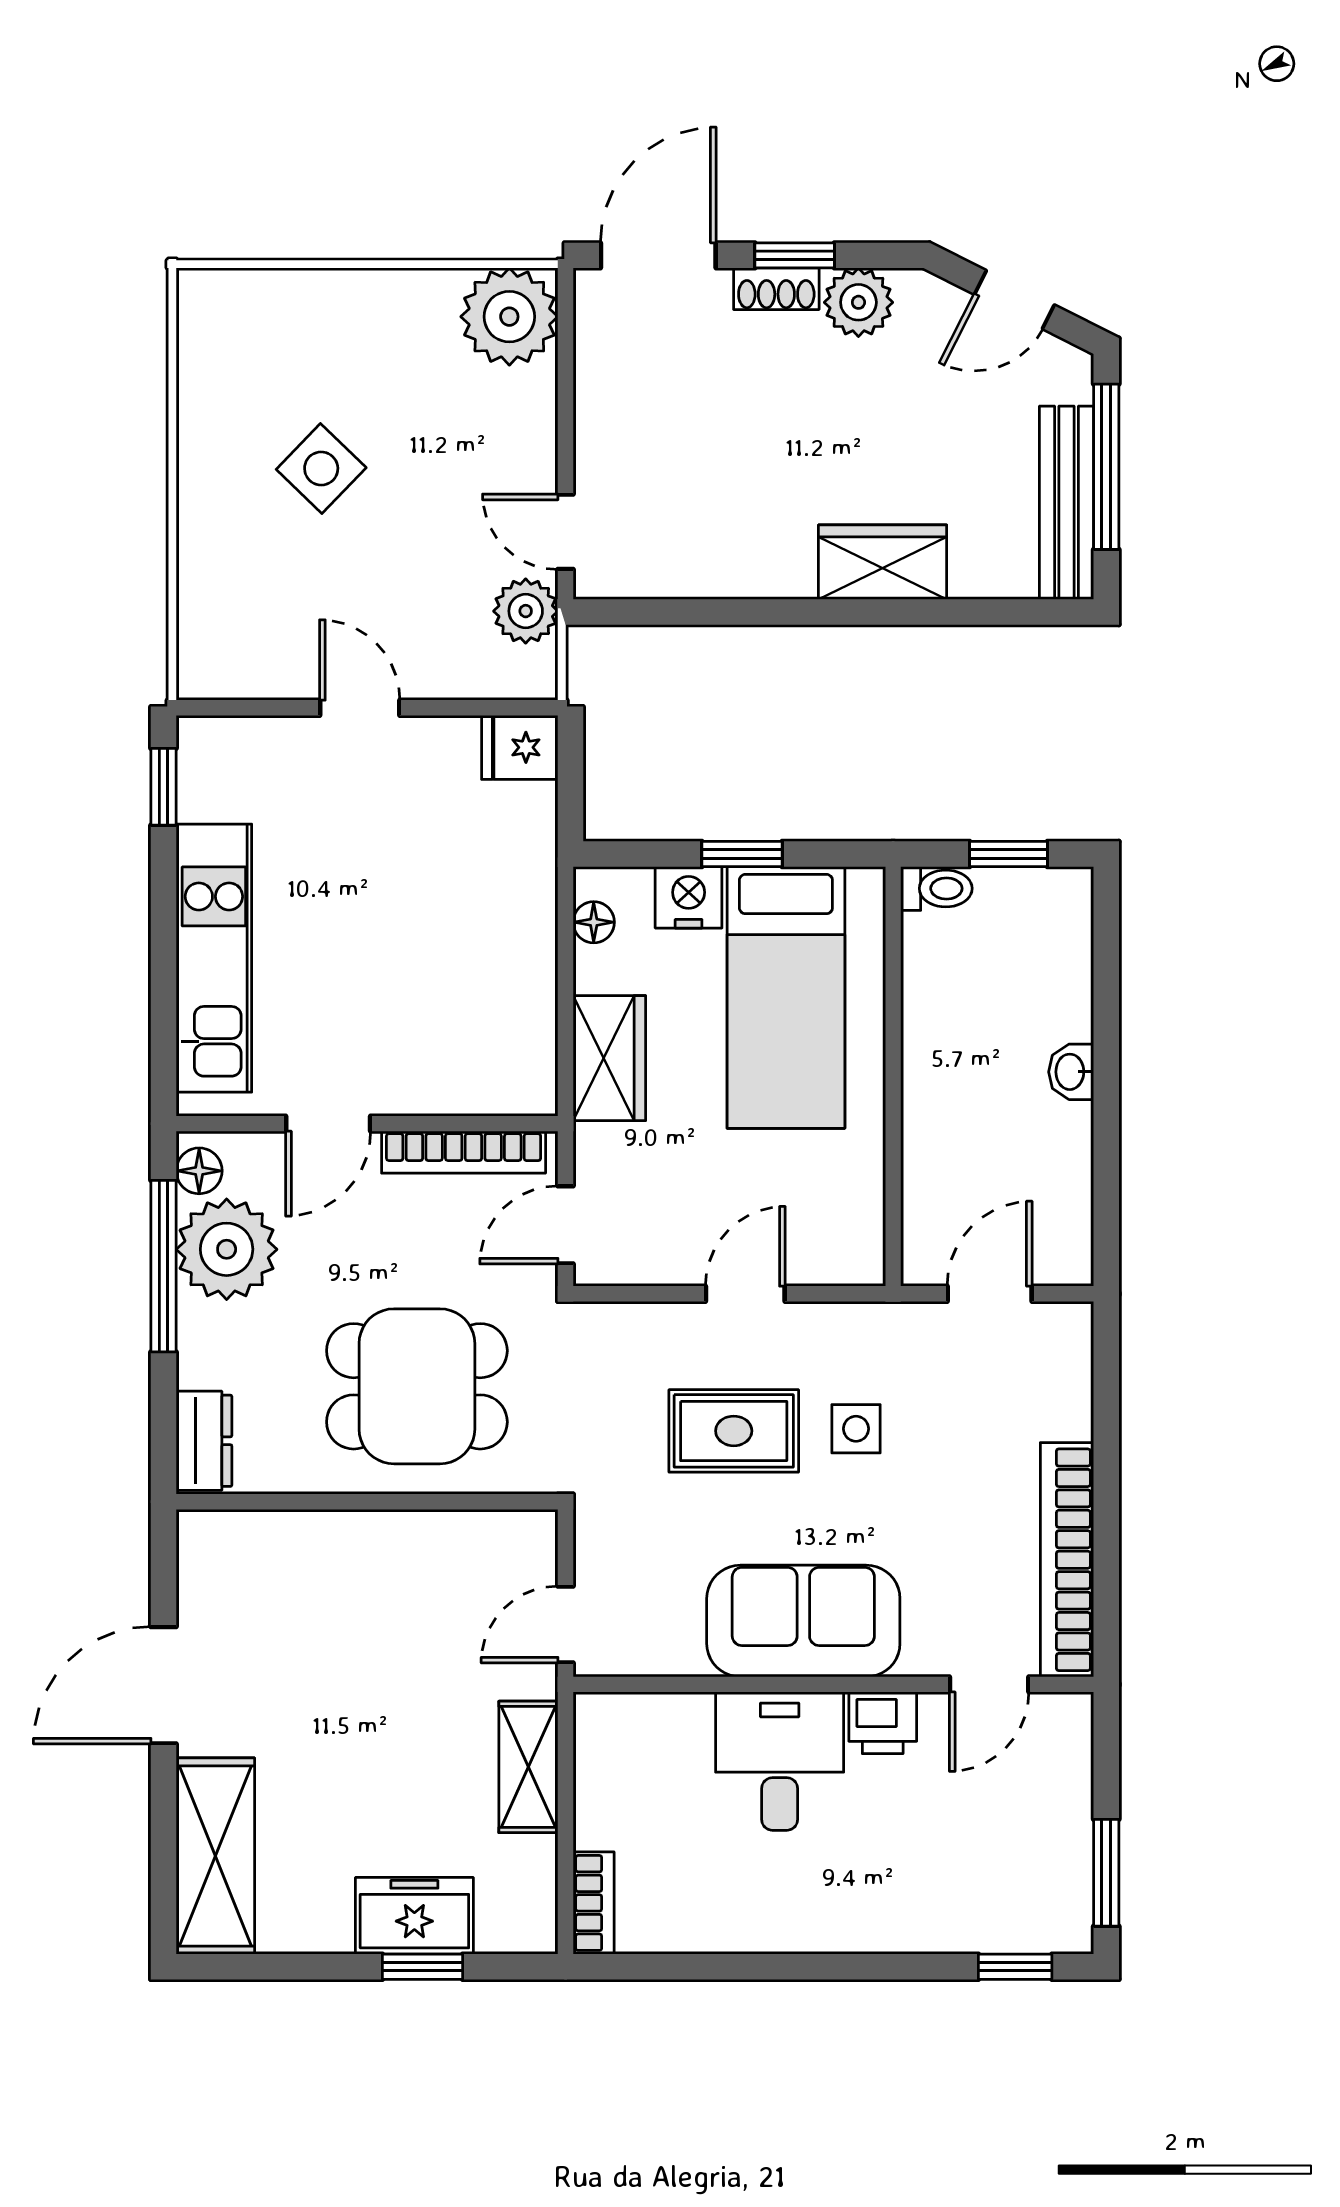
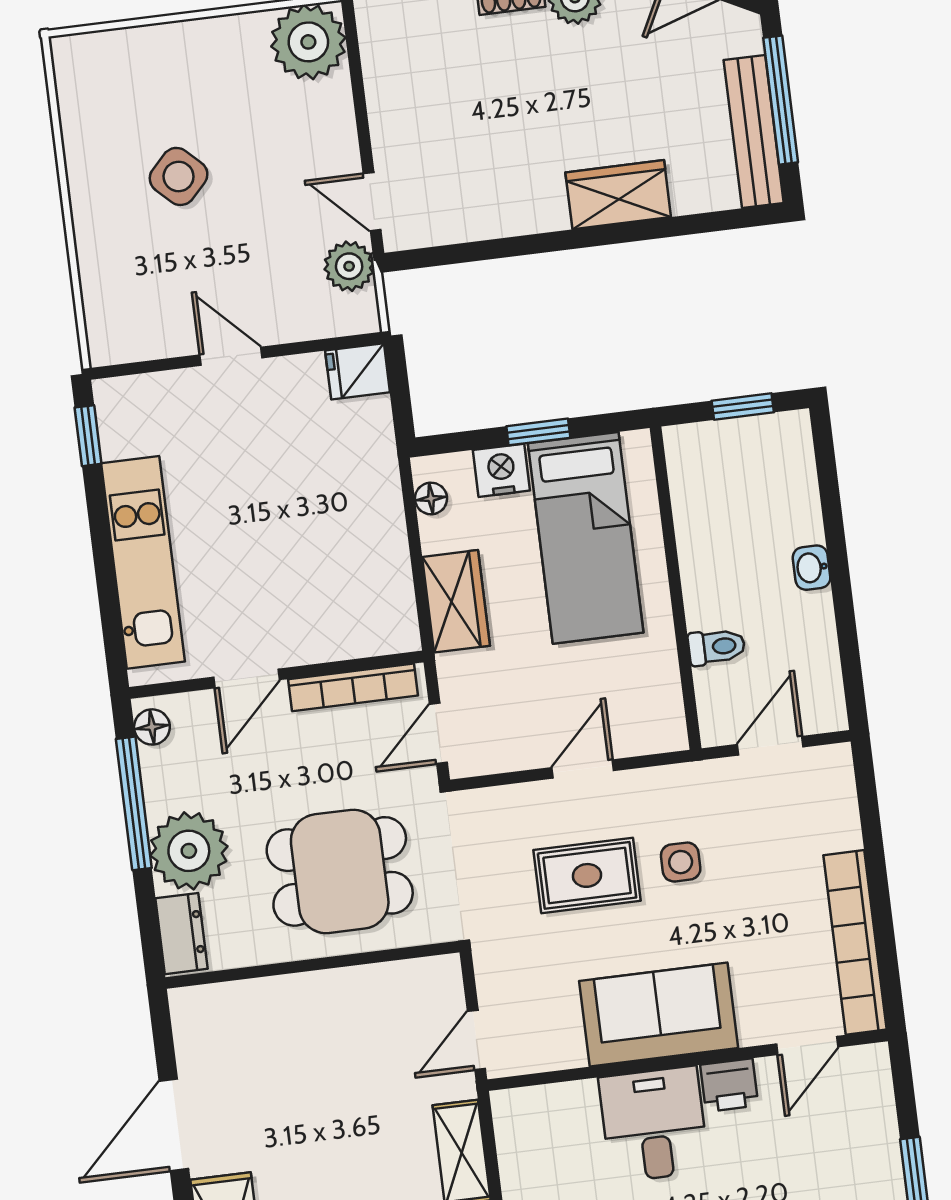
toilet: (936, 888) -> (716, 647), moved
plant: (227, 1249) -> (189, 851), moved

